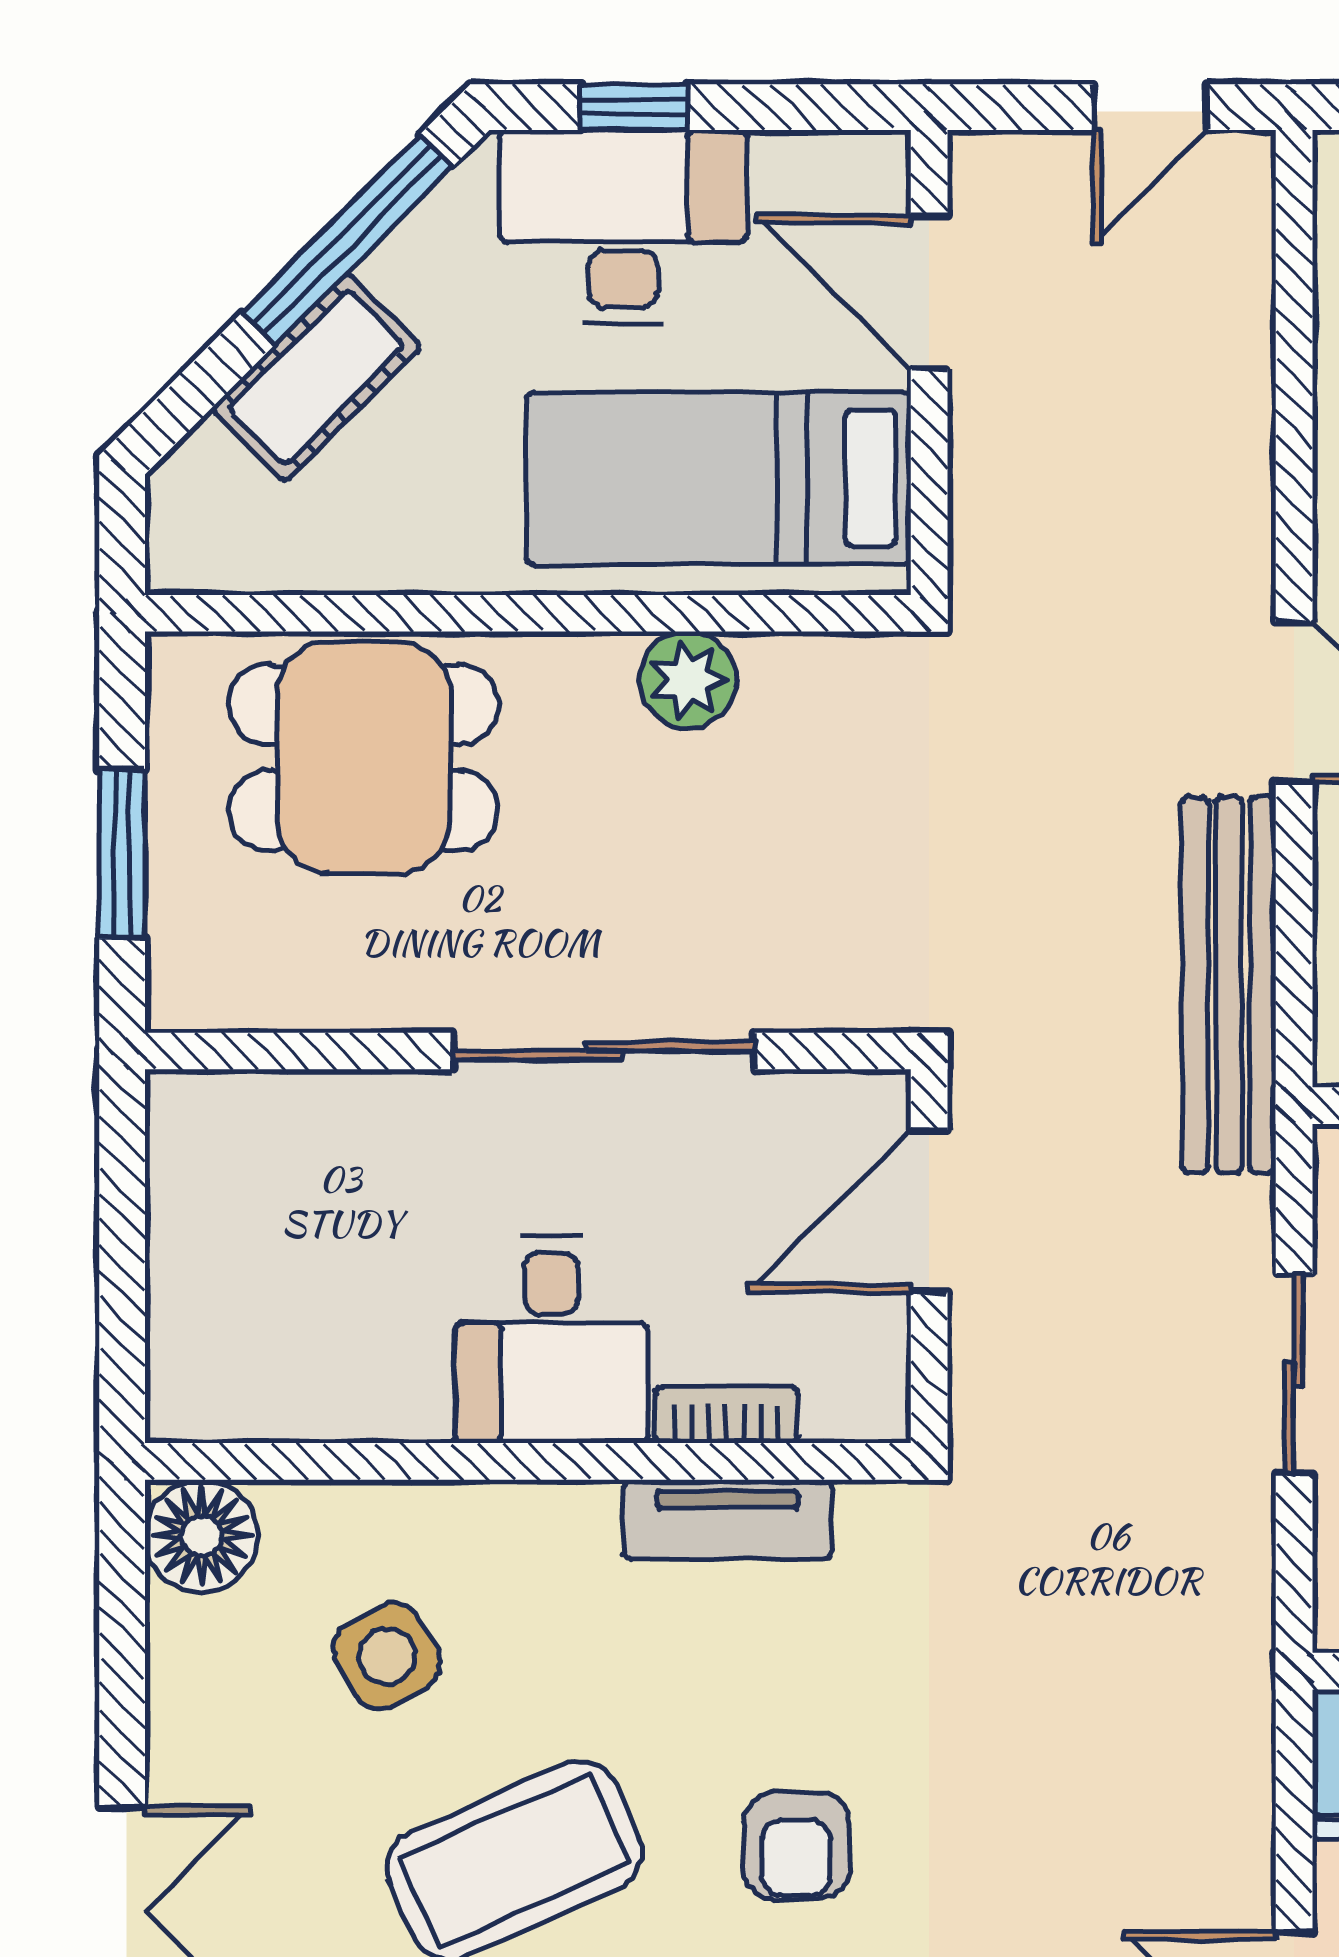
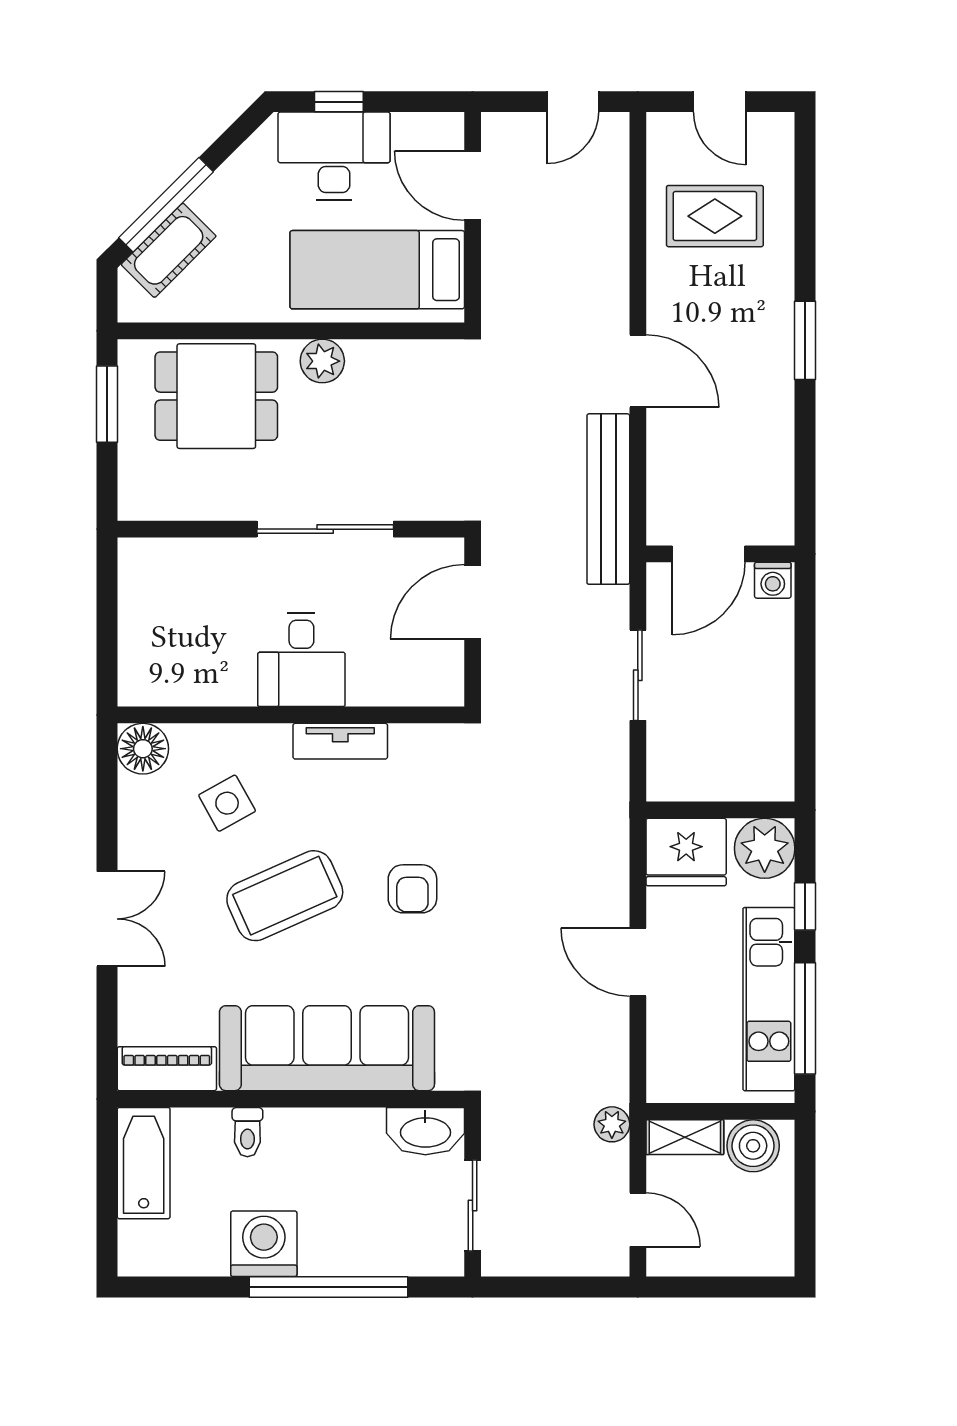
window: (347, 240) -> (166, 205), moved
cot: (316, 377) -> (169, 250), moved
plant: (688, 680) -> (322, 361), moved
window: (122, 854) -> (107, 404), moved
bookcase: (726, 1415) -> (381, 694), removed
tv unit: (728, 1519) -> (340, 741), moved

